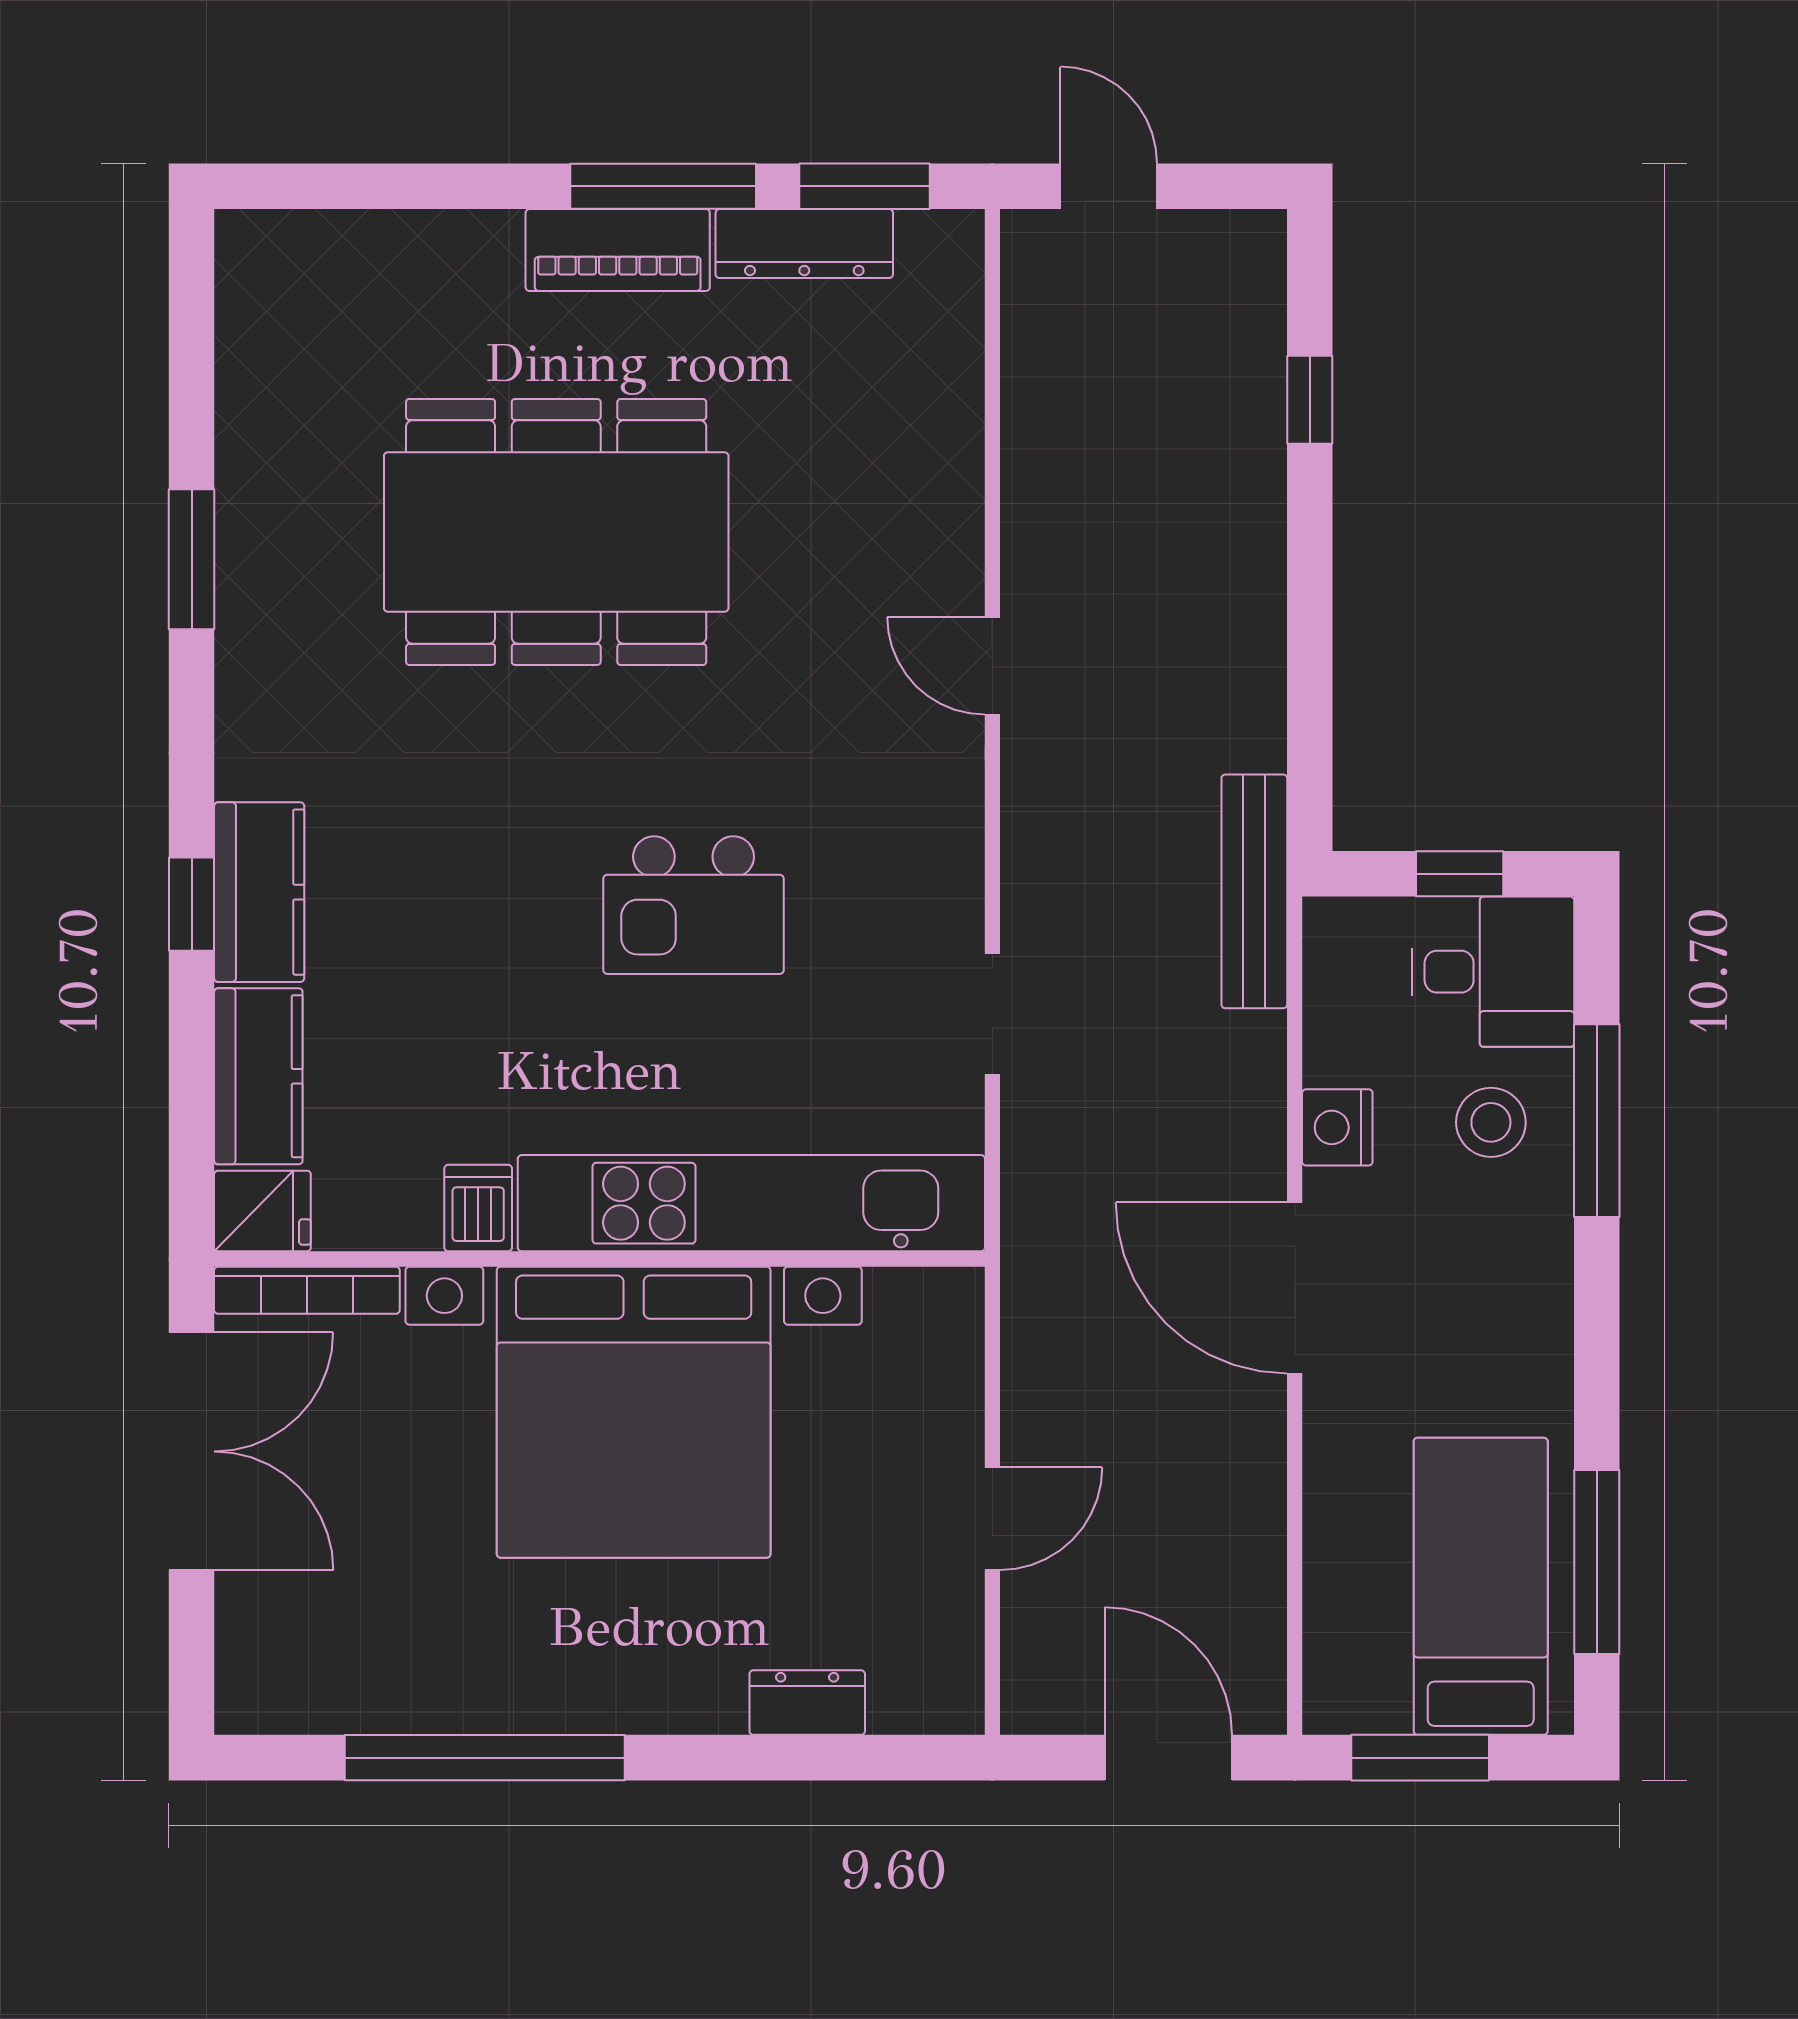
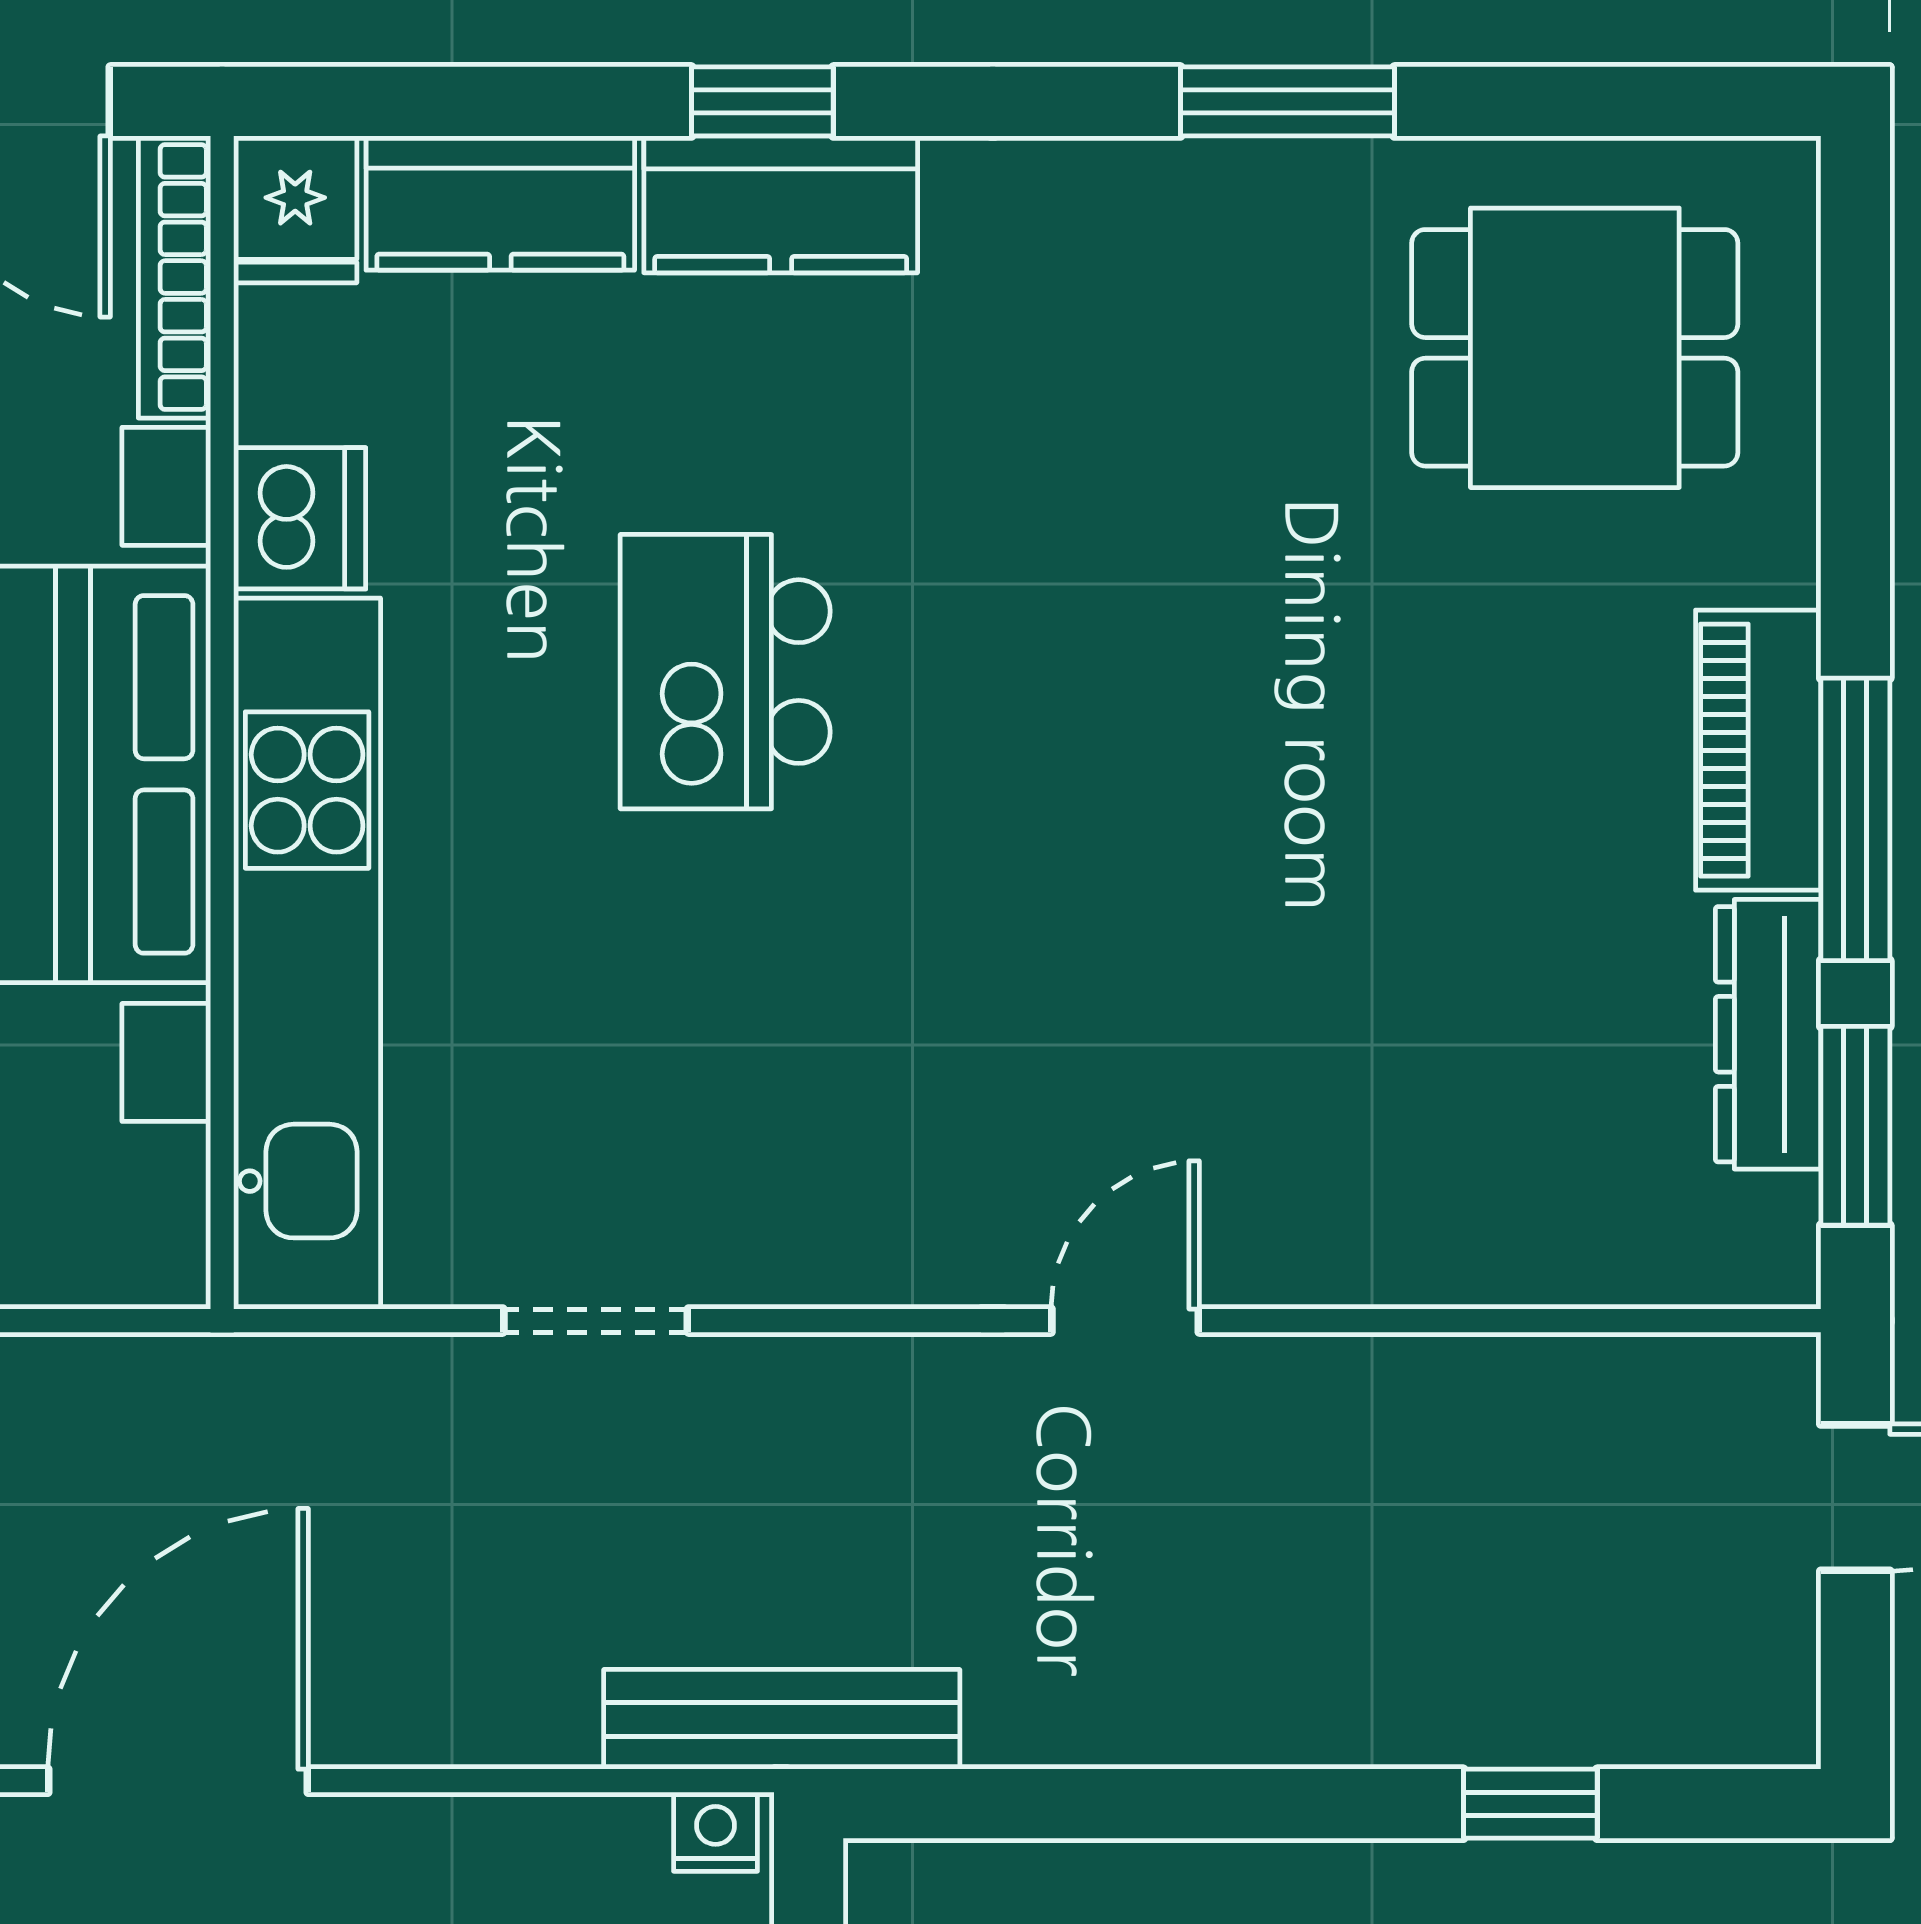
dining table: (556, 532) -> (1575, 348), moved, width x0.53, depth x0.80
kitchen island: (694, 905) -> (725, 672), moved
nightstand: (1337, 1127) -> (715, 1832), moved, width x0.72, depth x0.74
dishwasher: (478, 1208) -> (300, 518), width x1.38

